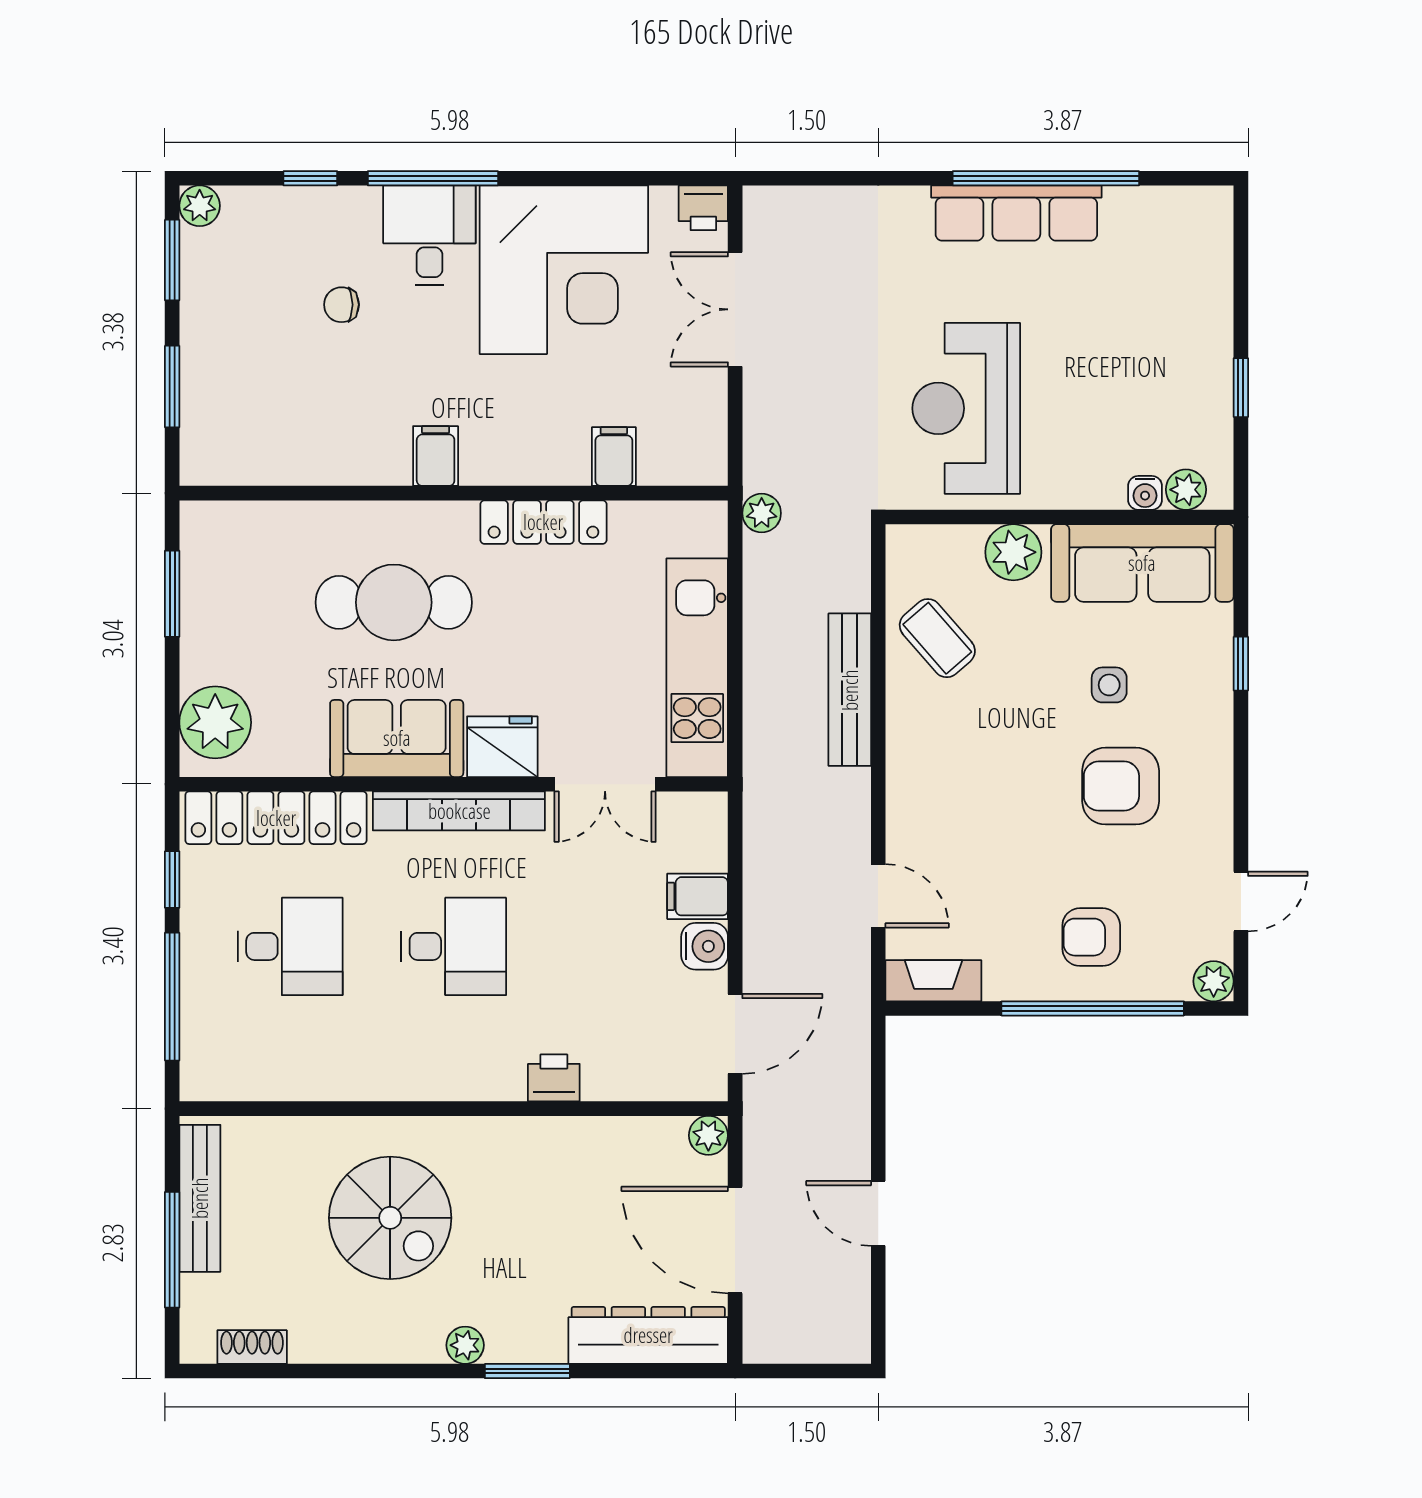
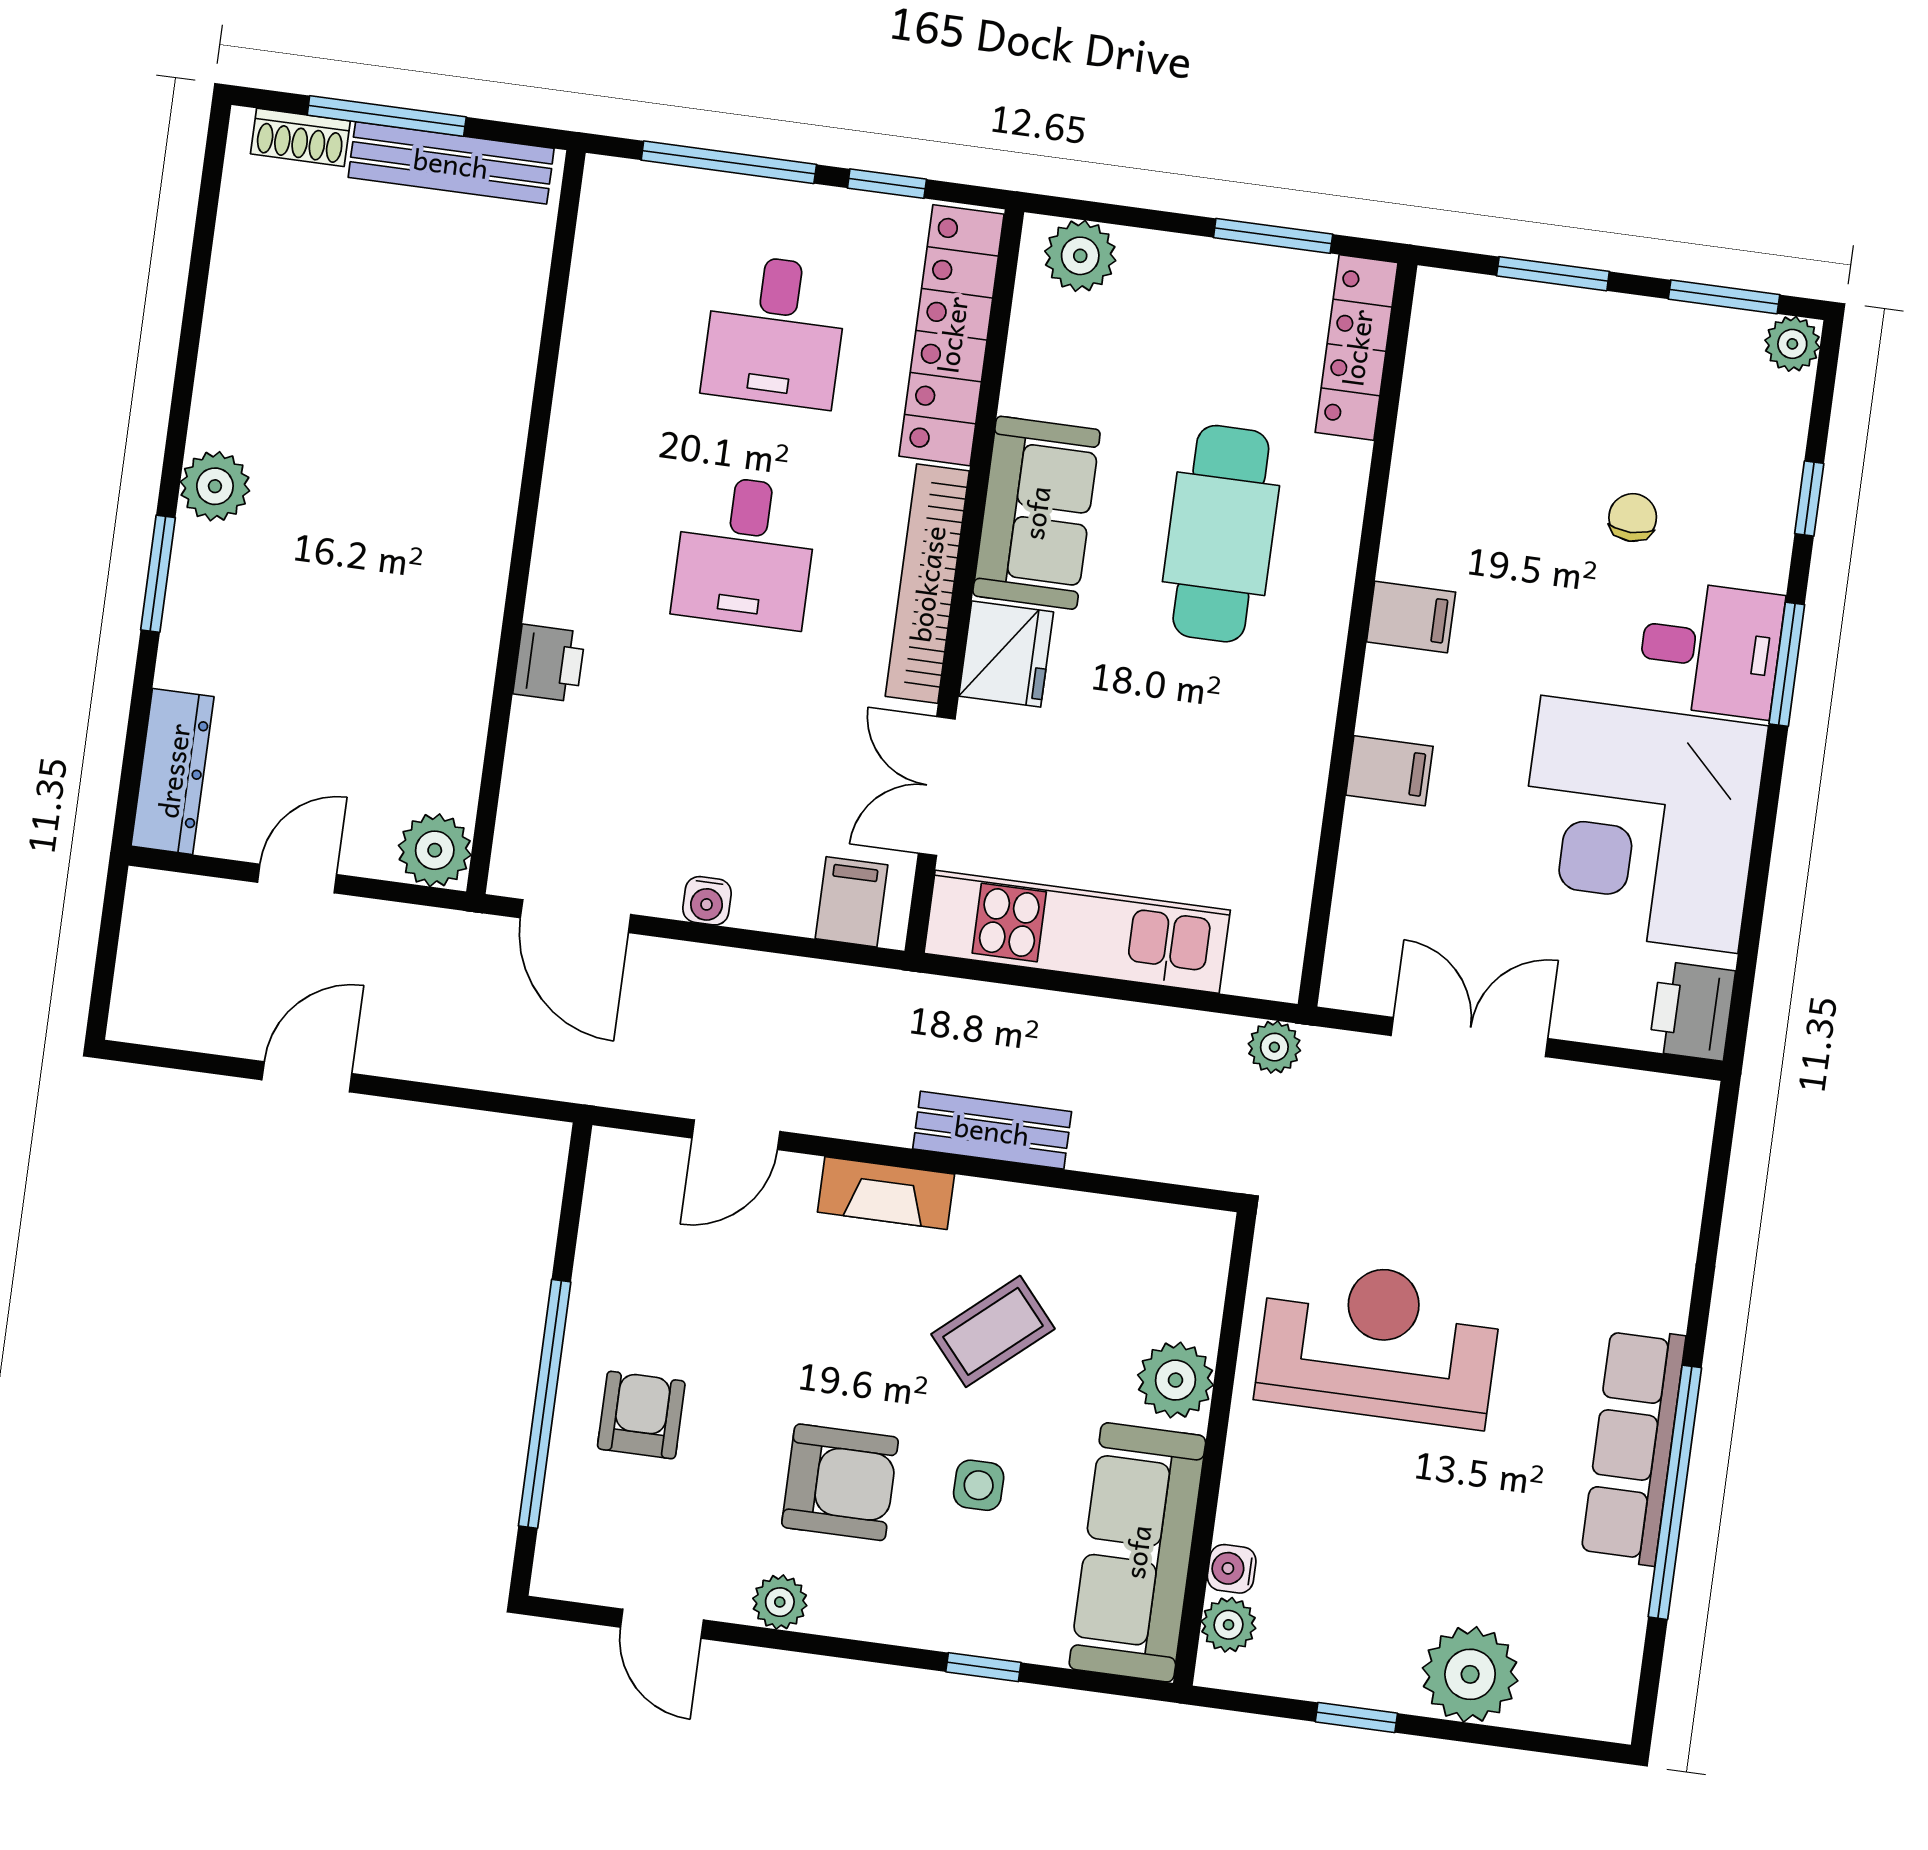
window: (433, 178) -> (1787, 664), width x0.69
printer: (703, 208) -> (1692, 1011), width x1.36, depth x1.24
double door: (735, 309) -> (1469, 1037), moved
plant: (1198, 309) -> (1470, 1674), added
filing cabinet: (614, 457) -> (1389, 771), moved
locker: (543, 522) -> (1357, 348), moved
coffee table: (937, 638) -> (993, 1331), moved
bench: (850, 690) -> (992, 1130), width x0.73
plant: (215, 722) -> (1080, 256), width x0.73, depth x0.73
armchair: (1121, 786) -> (840, 1482), turned 90
filing cabinet: (698, 896) -> (851, 902), moved
water cooler: (705, 946) -> (707, 901), width x0.72, depth x0.72
fireplace: (933, 981) -> (886, 1193), moved, turned 90
plant: (1214, 981) -> (780, 1602), moved
plant: (708, 1135) -> (435, 850), width x1.38, depth x1.38
spiral stairs: (390, 1218) -> (390, 416), removed
door: (735, 1240) -> (297, 878), width x0.53
dresser: (648, 1335) -> (173, 771), width x0.73, depth x0.80
plant: (465, 1345) -> (215, 486), width x1.38, depth x1.38
shoe rack: (252, 1347) -> (300, 137), moved, turned 90

